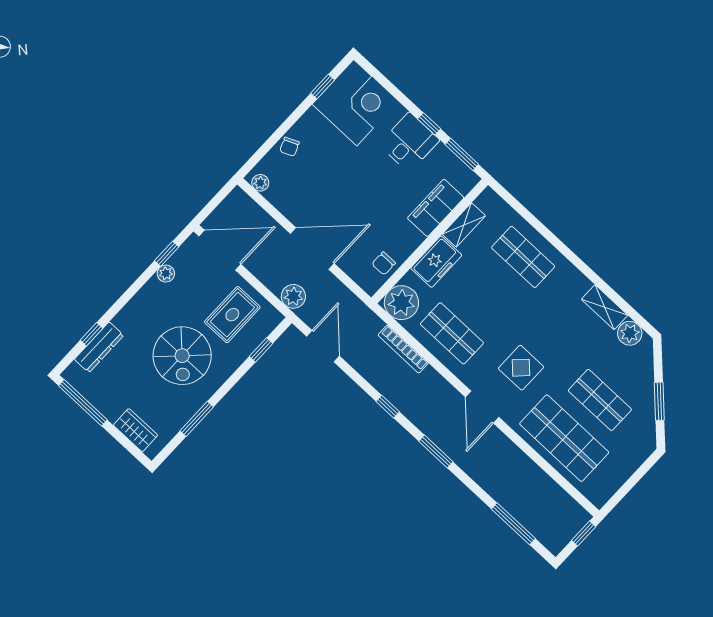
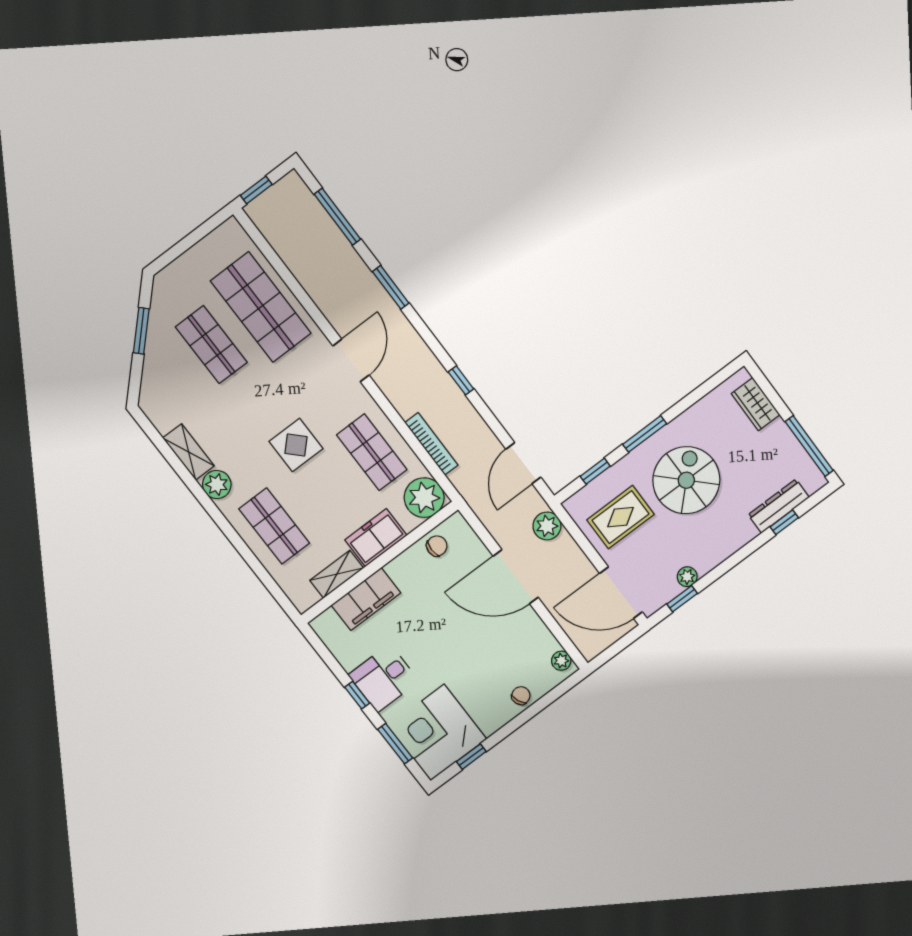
window: (462, 154) -> (395, 744), moved
plant: (630, 333) -> (217, 485), moved
display table: (521, 368) -> (296, 445), moved
window: (197, 419) -> (645, 434), moved
window: (436, 451) -> (391, 287), moved

